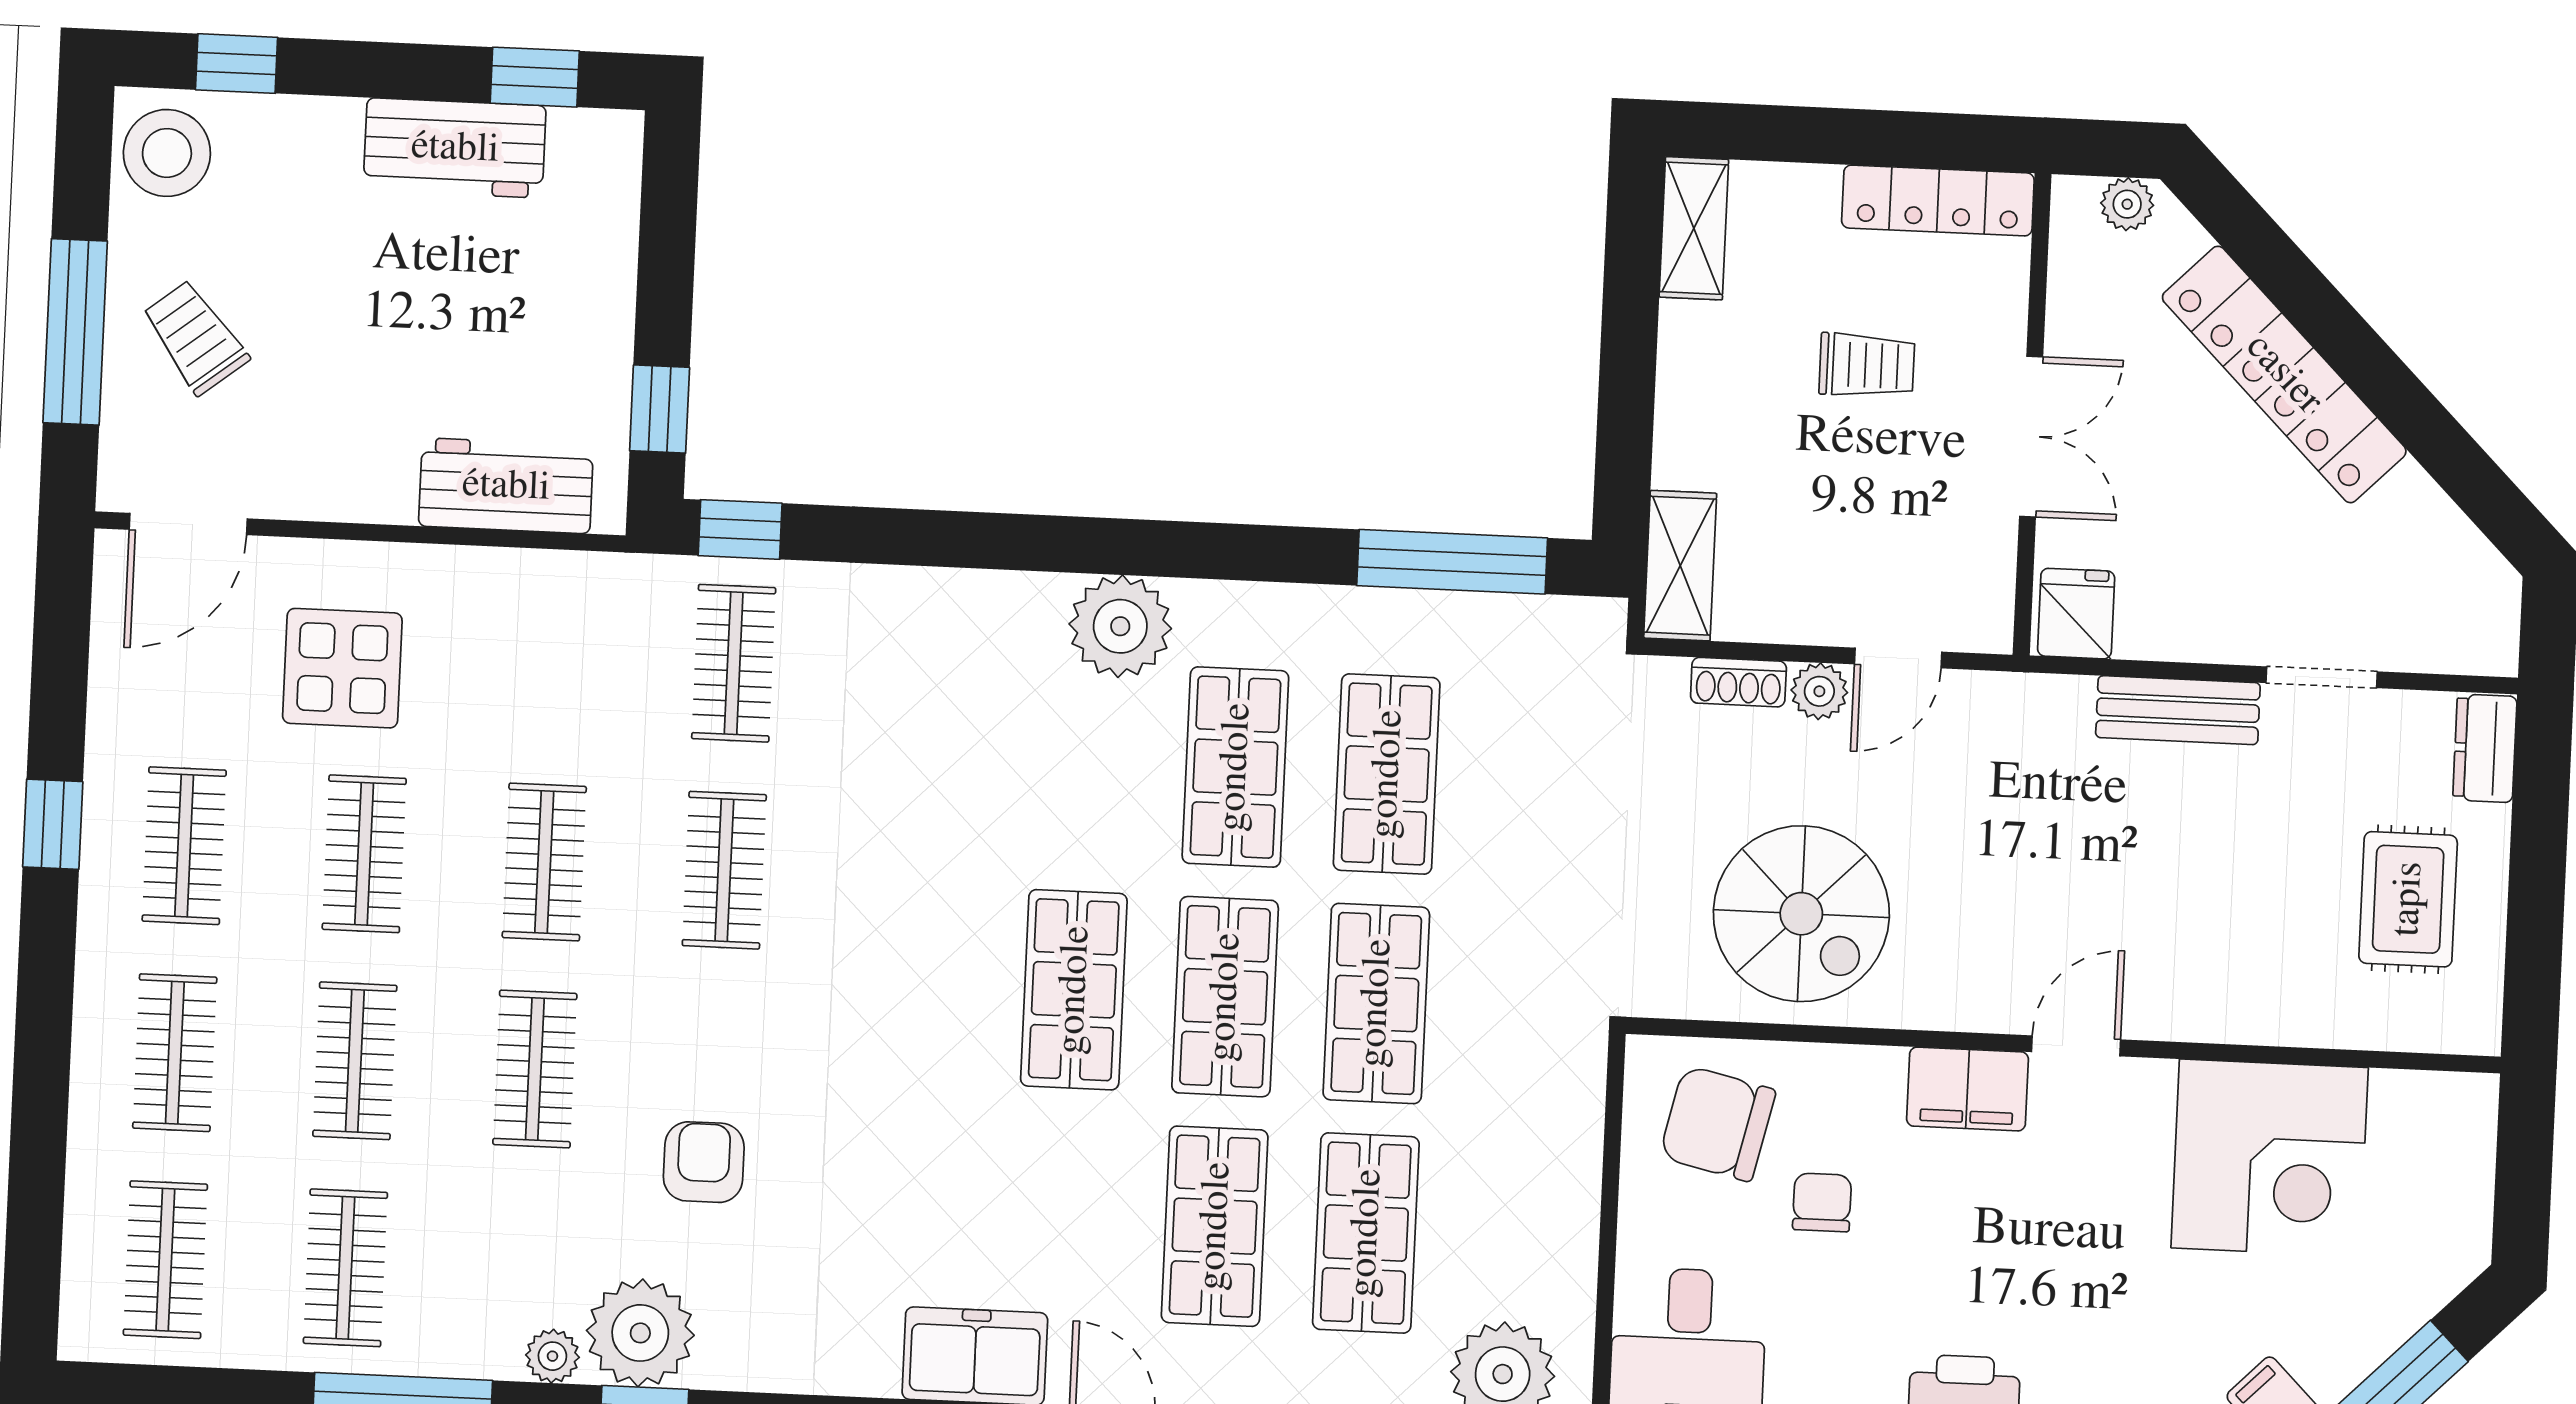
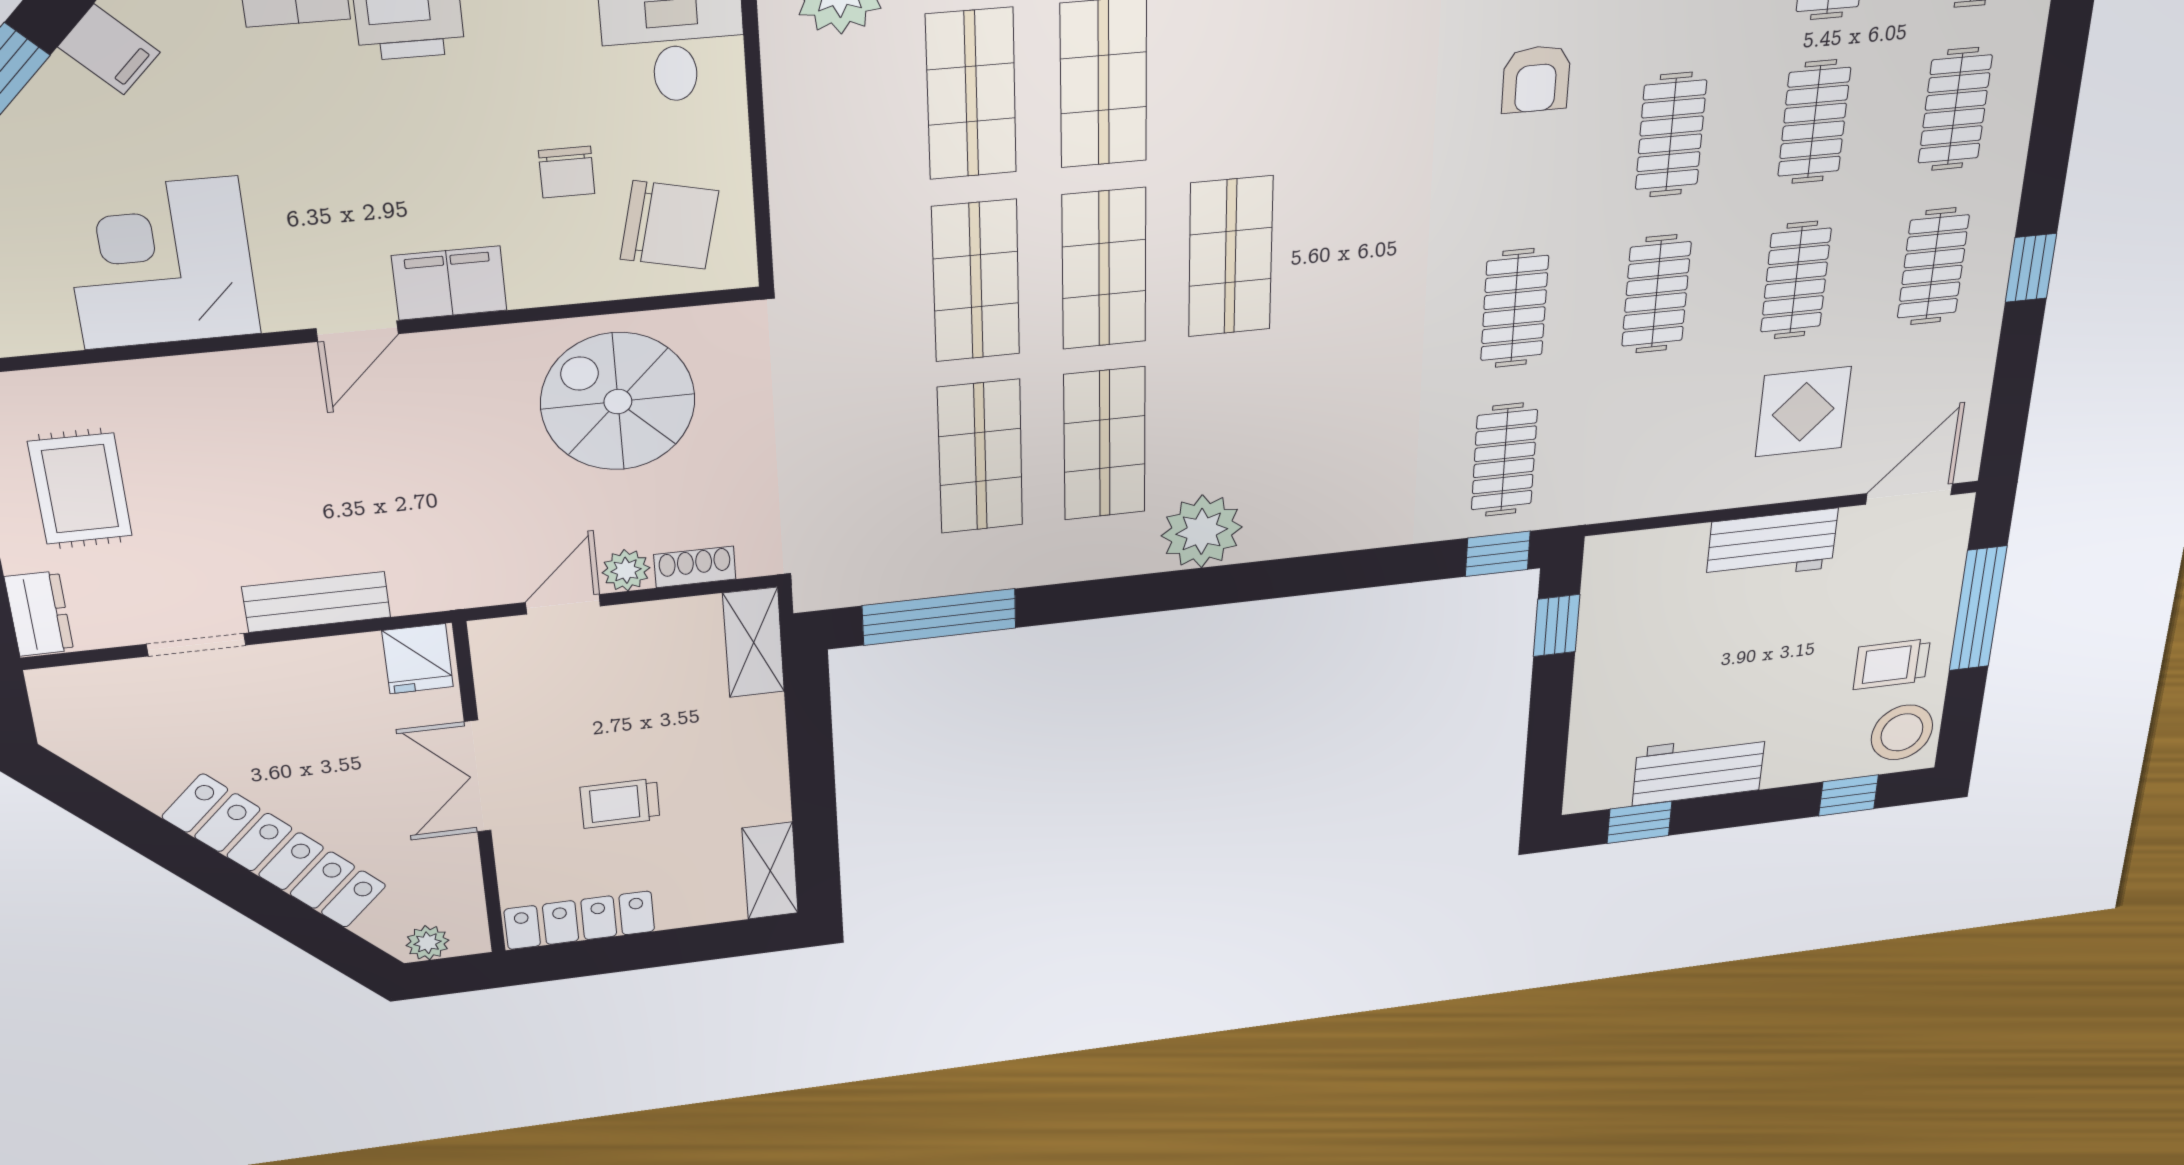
trolley: (195, 337) -> (1892, 664), moved, turned 128
workbench: (506, 486) -> (1772, 545), moved

